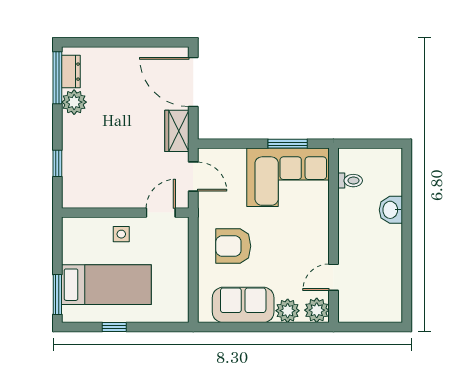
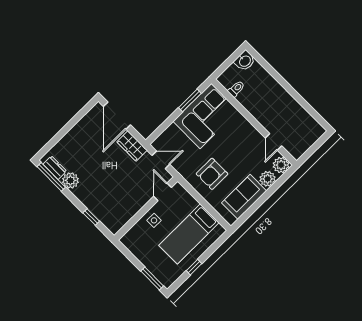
door: (193, 82) -> (117, 116), hinge flipped
washbasin: (391, 210) -> (245, 61), moved, turned -90
bed: (106, 285) -> (189, 234), moved, turned 180

